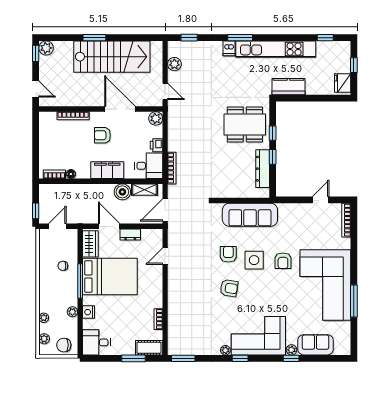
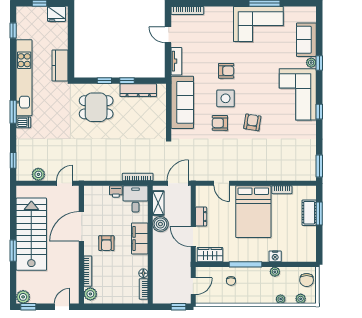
plant: (156, 118) -> (90, 294), moved
dining table: (245, 124) -> (96, 107), width x0.73
tv unit: (293, 209) -> (176, 61), added
door: (165, 210) -> (178, 183), swing flipped
door: (57, 226) -> (193, 286), swing flipped
door: (109, 226) -> (193, 237), hinge flipped
bed: (110, 276) -> (253, 212), moved, turned 180
corner sofa: (325, 285) -> (258, 24), width x0.73, depth x0.74
desk: (96, 342) -> (304, 249), removed
cot: (149, 348) -> (309, 213), moved
plant: (225, 350) -> (312, 126), removed

